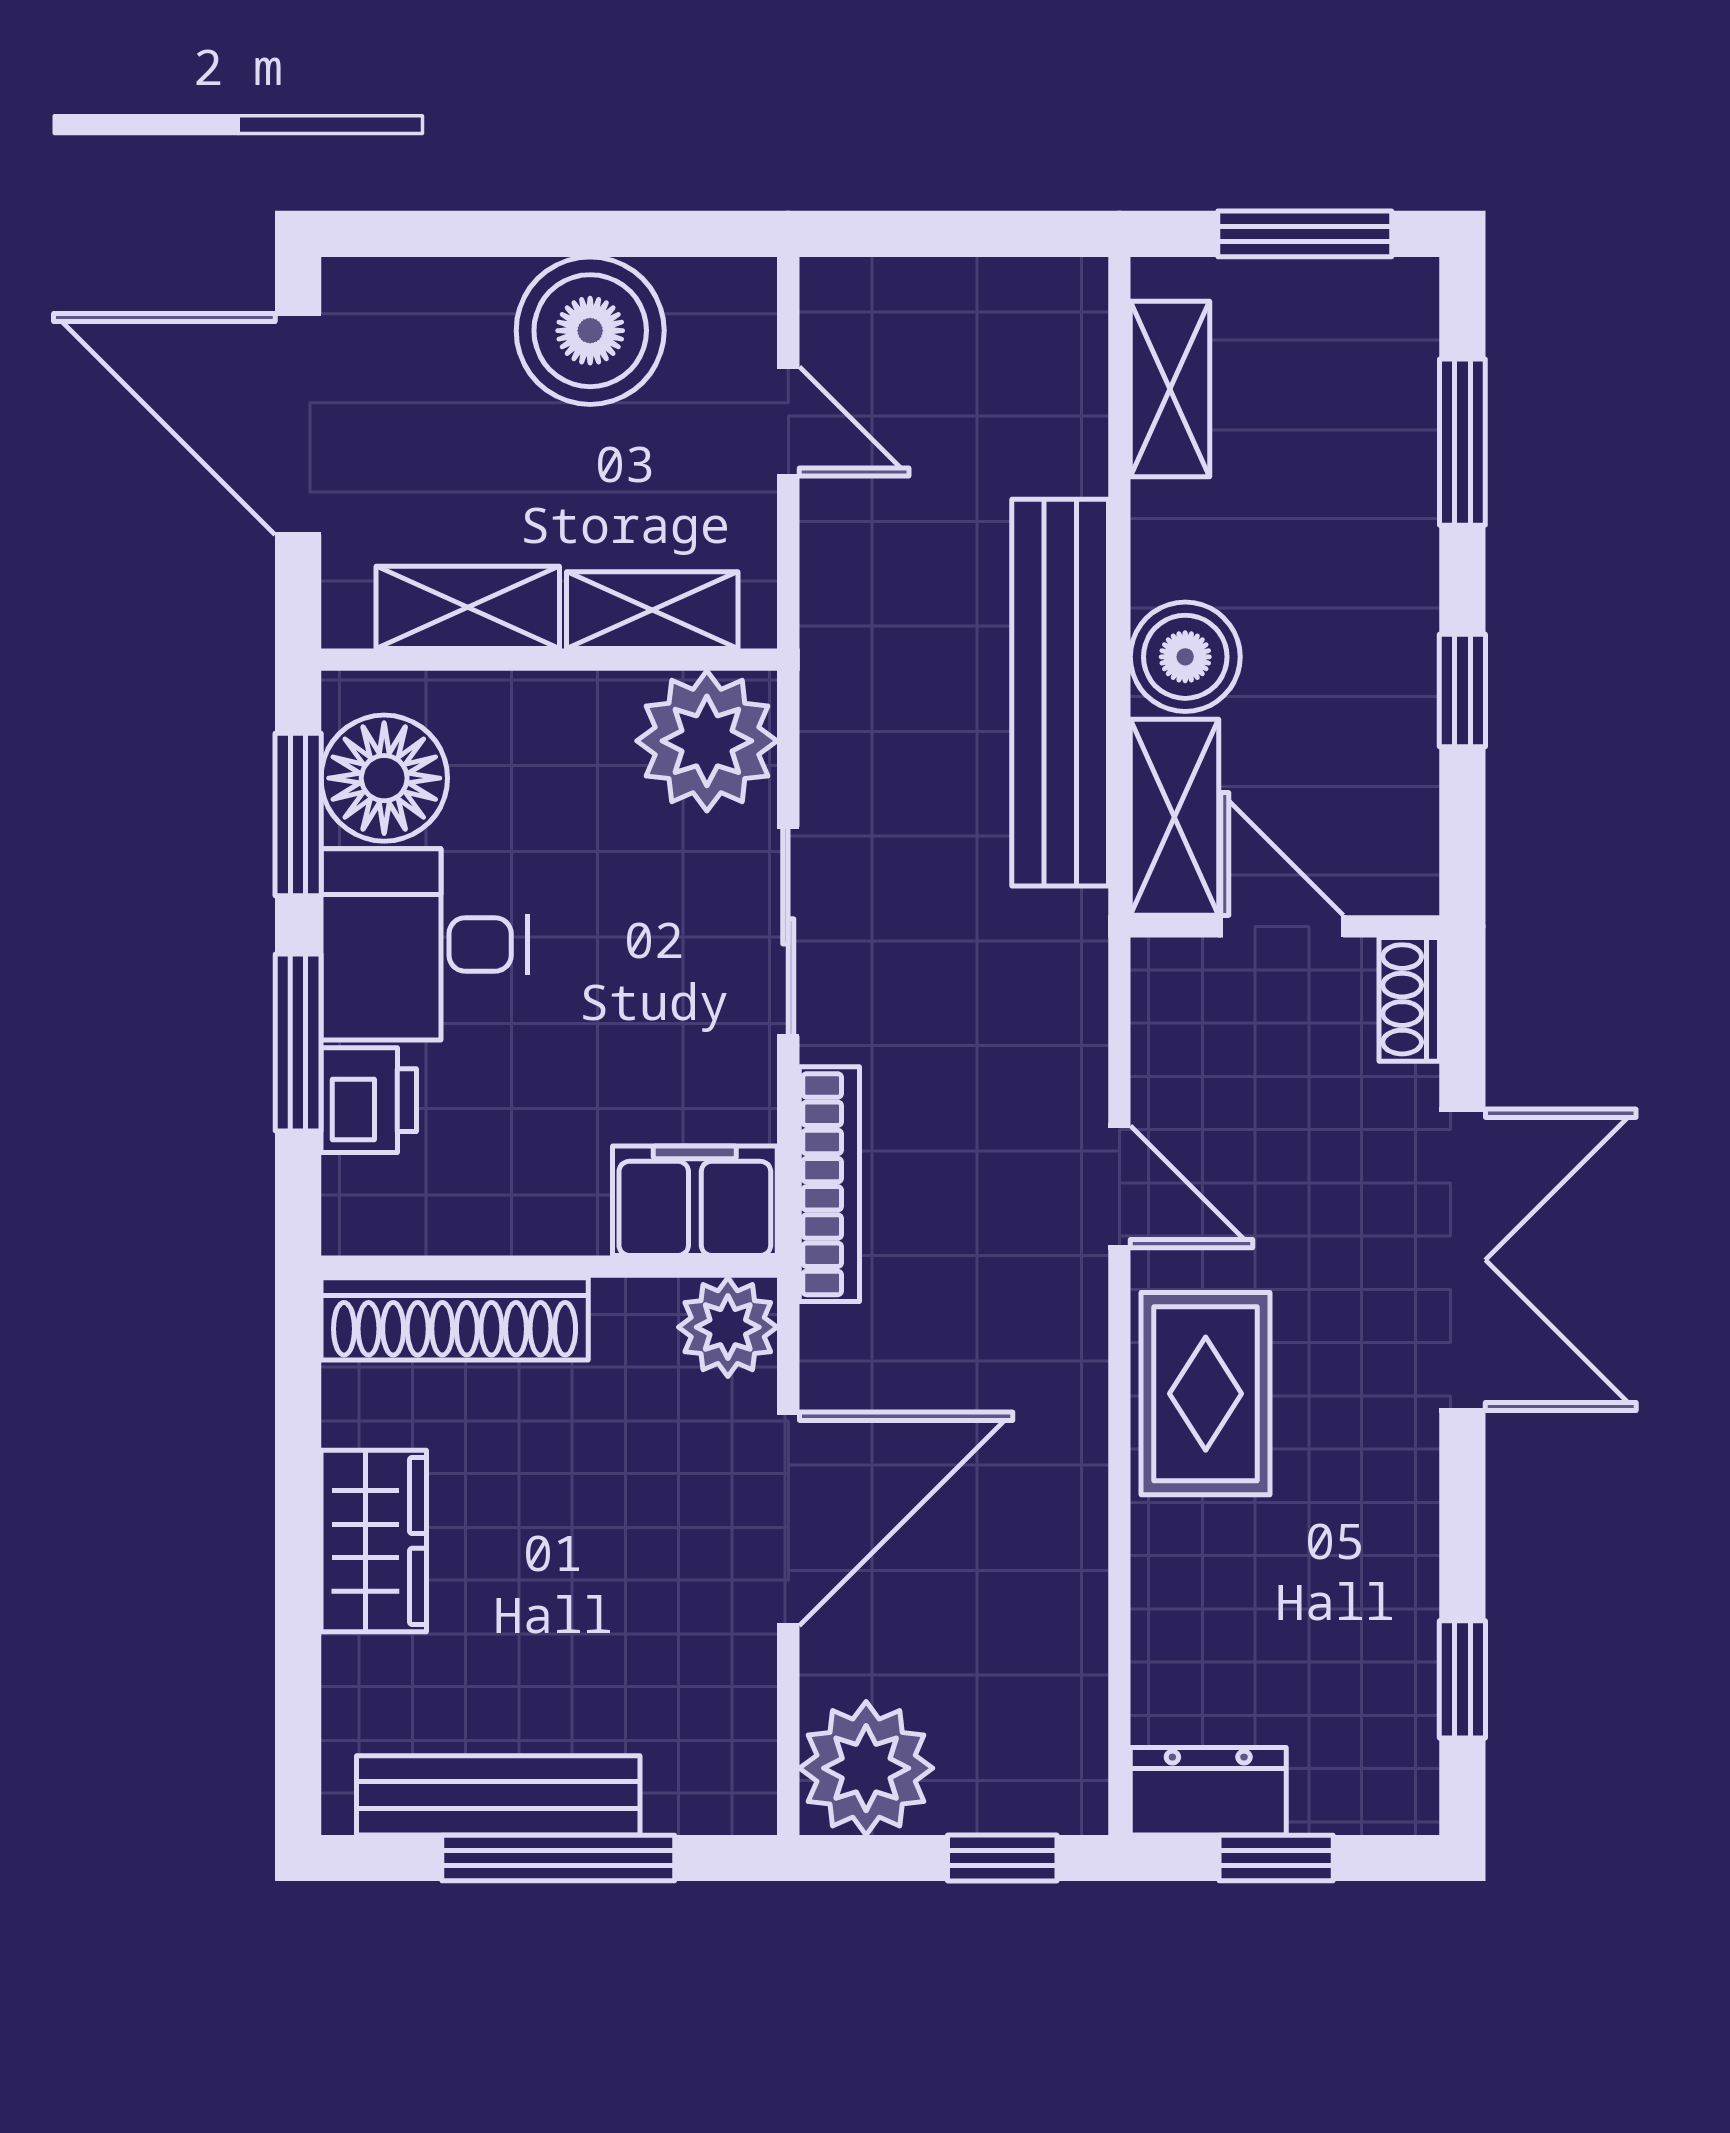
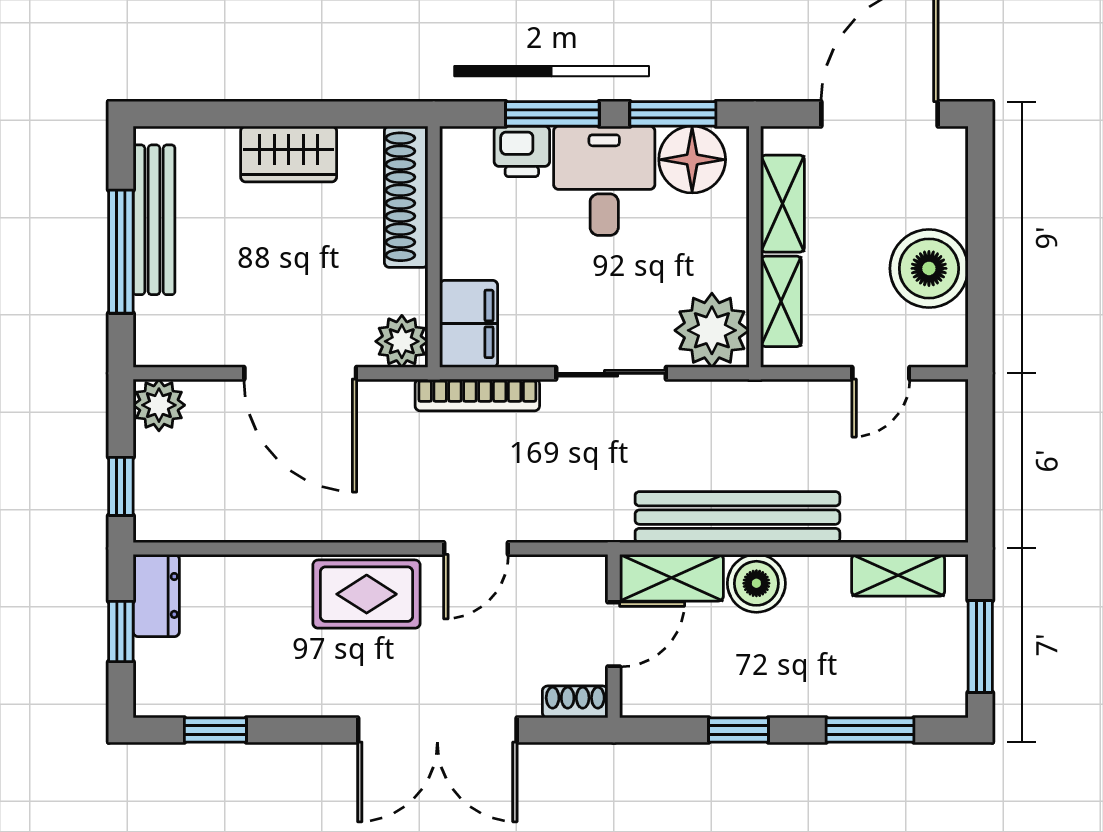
plant: (866, 1768) -> (159, 405), width x0.73, depth x0.73

